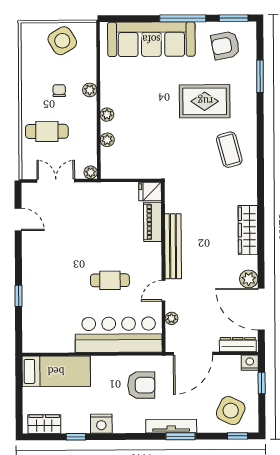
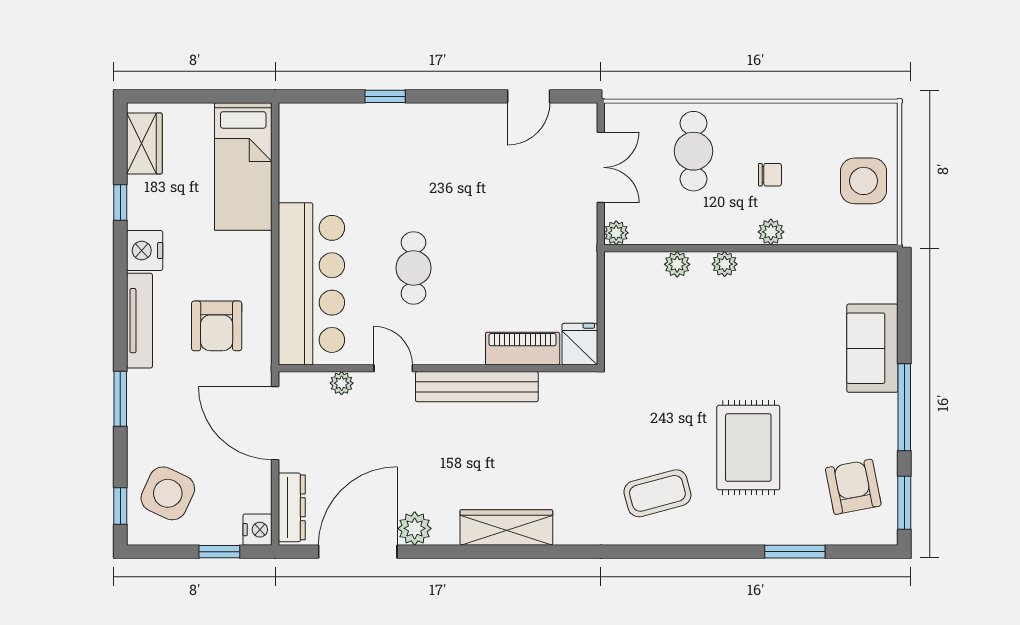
sofa: (151, 39) -> (872, 348), width x0.54, depth x0.79
side table: (62, 41) -> (864, 181), turned 31
tv unit: (171, 426) -> (139, 321), moved

